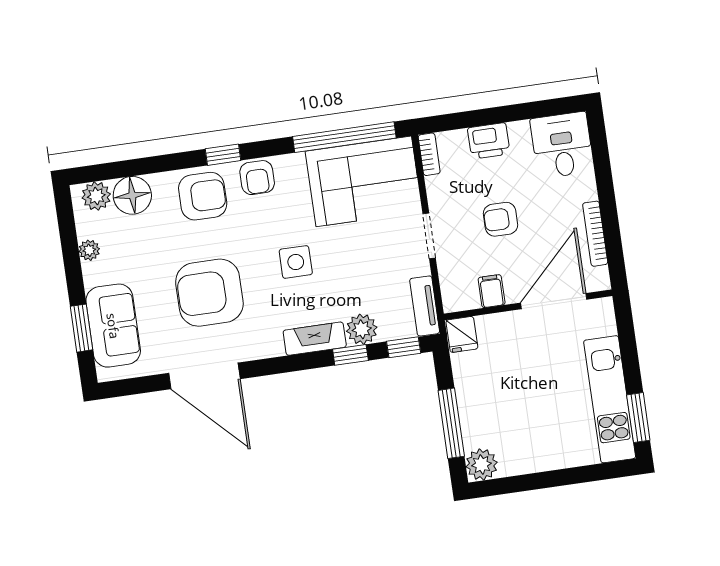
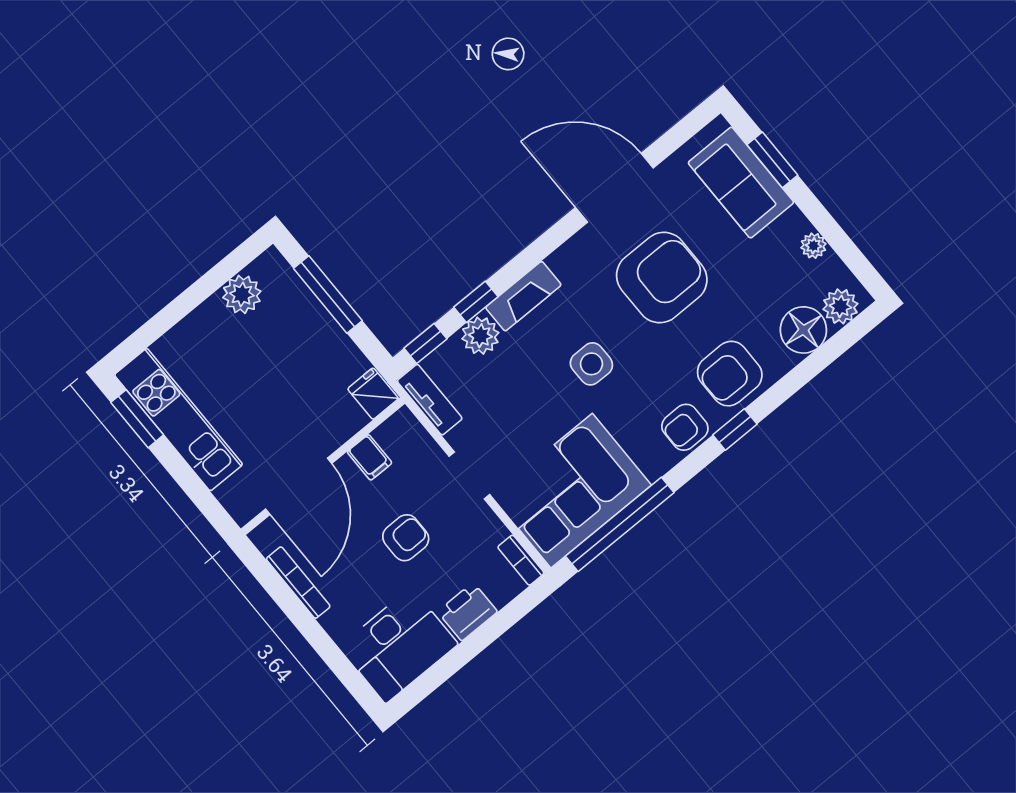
desk: (562, 145) -> (398, 645), width x1.37
armchair: (257, 178) -> (685, 427), turned -90
plant: (482, 464) -> (242, 294), moved

